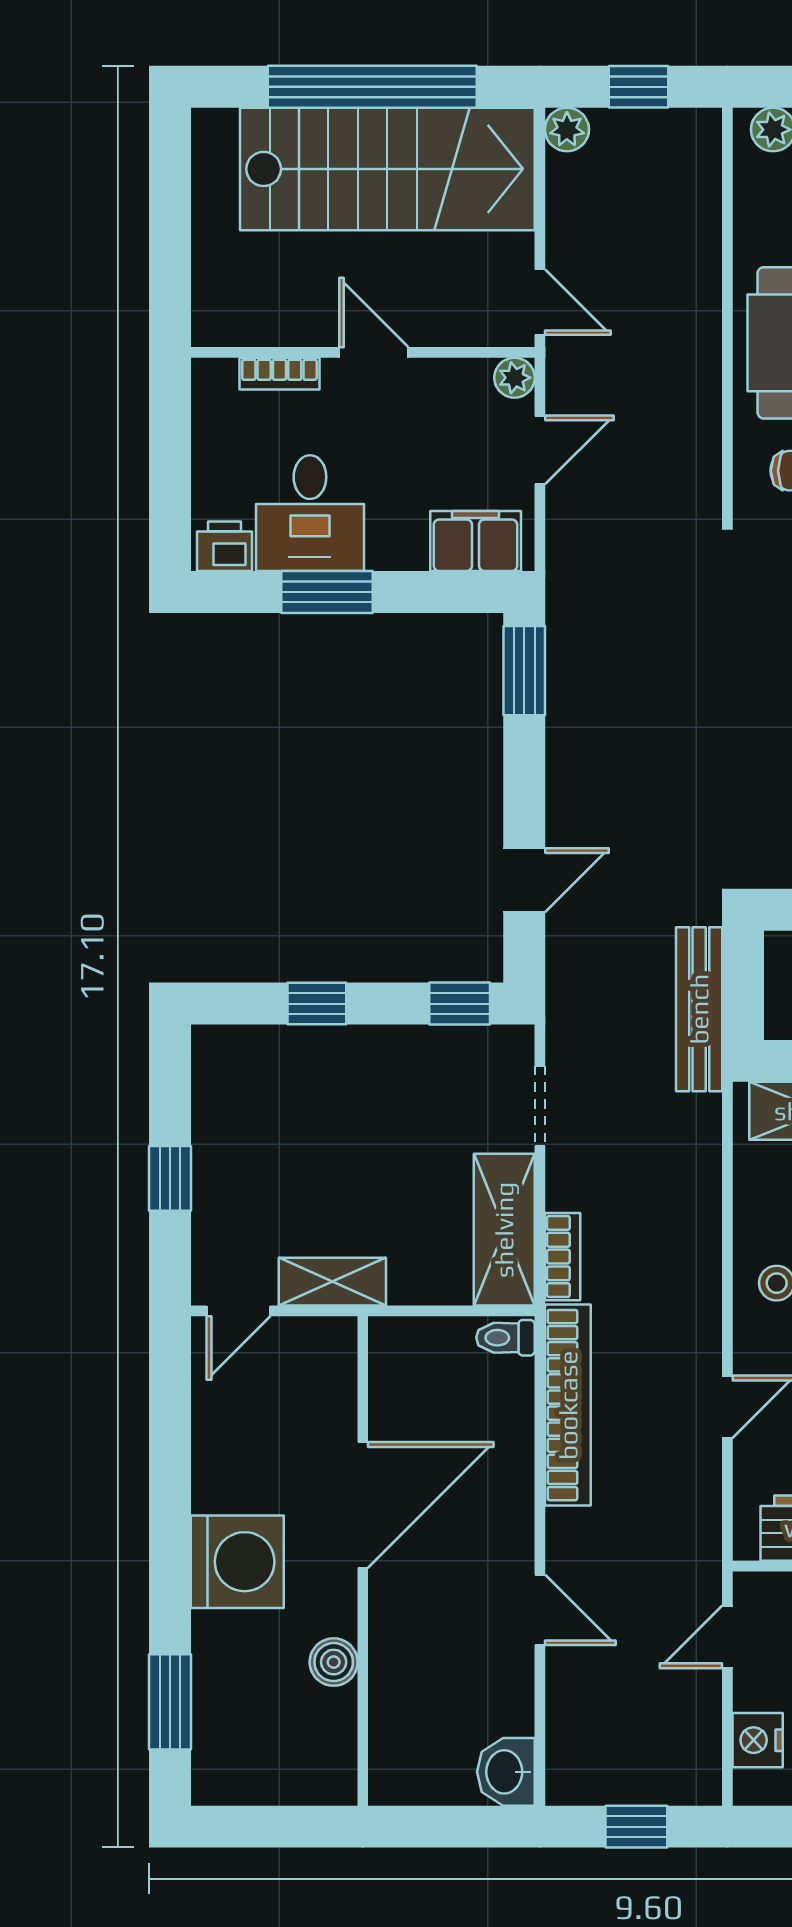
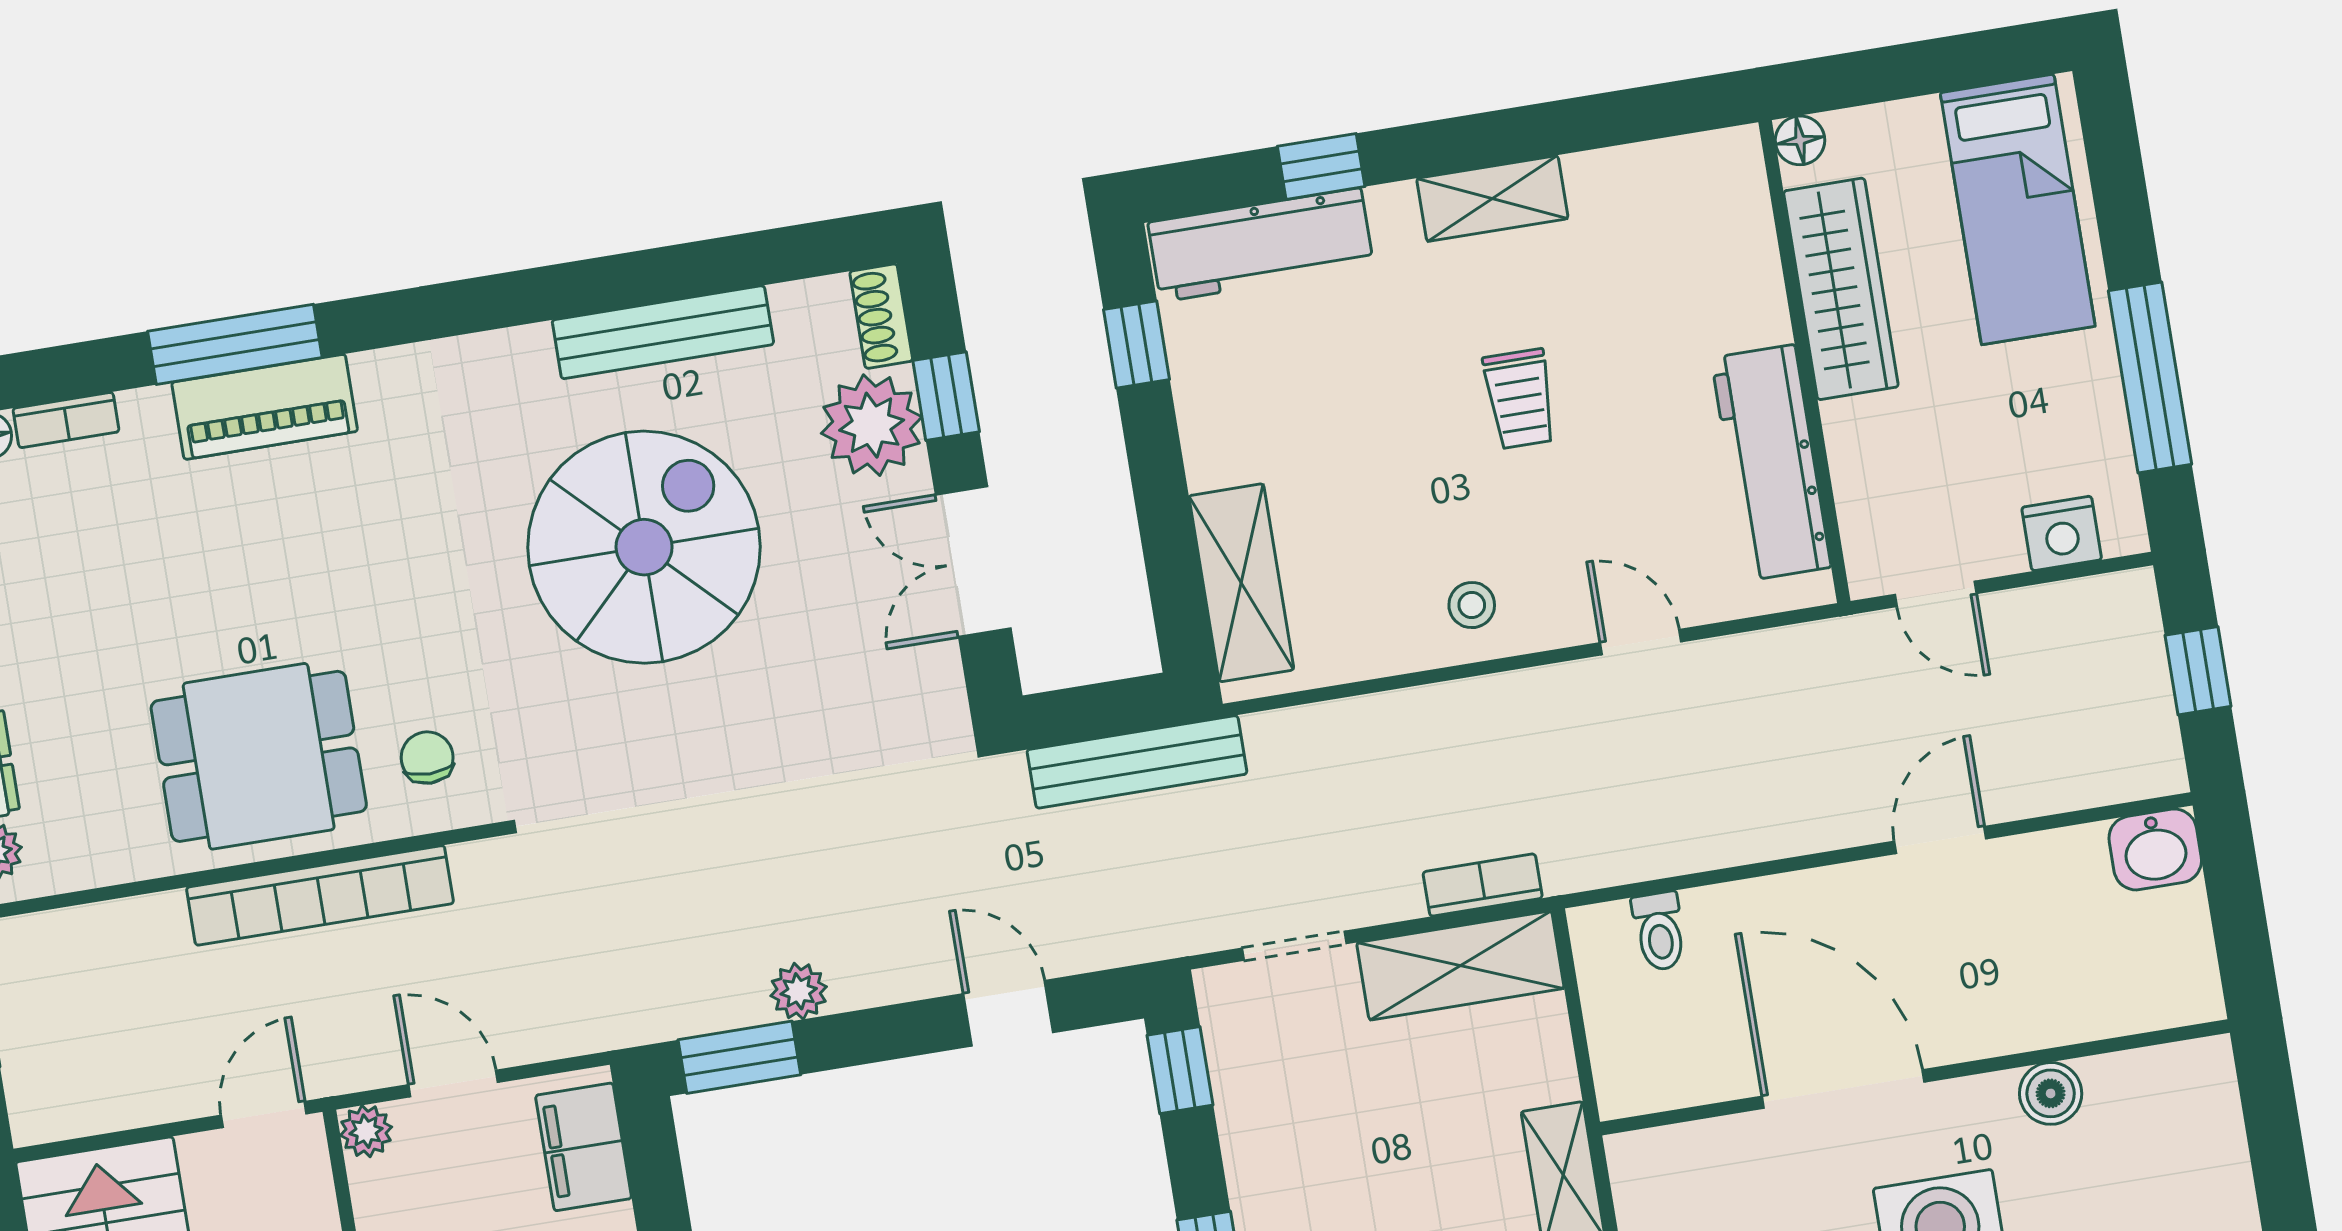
plant: (567, 129) -> (799, 991), moved
toilet: (505, 1338) -> (1659, 931), moved
bookcase: (568, 1405) -> (320, 895), moved, turned 180

